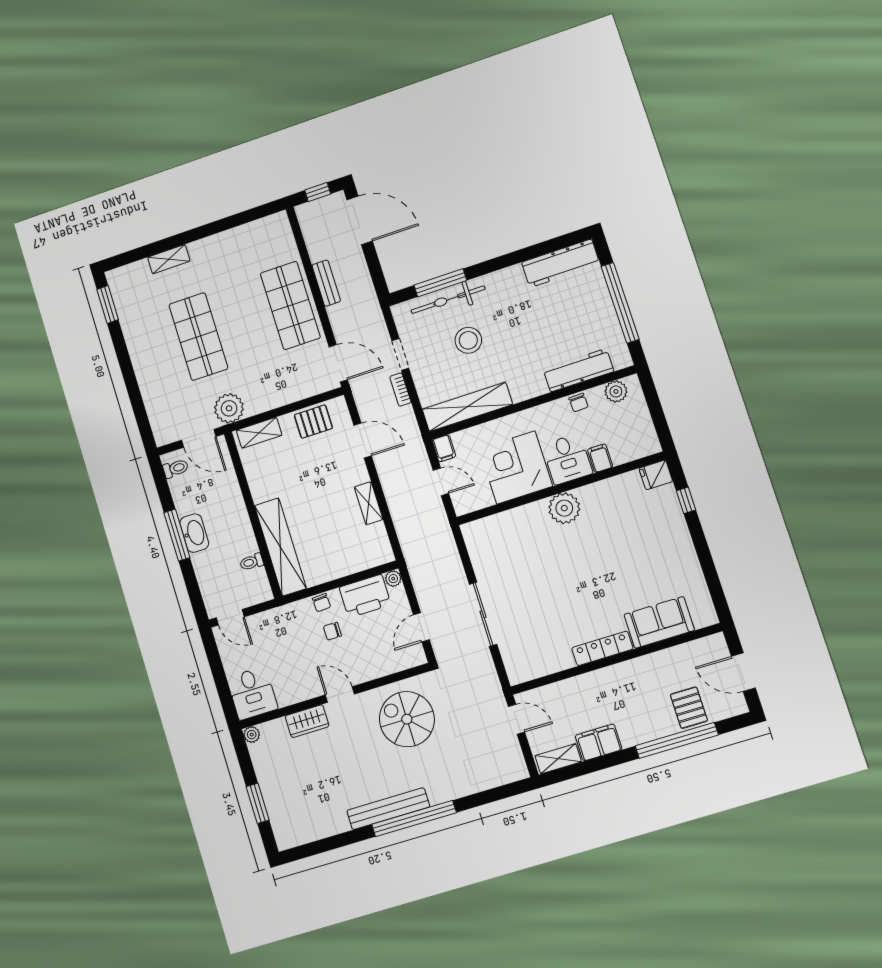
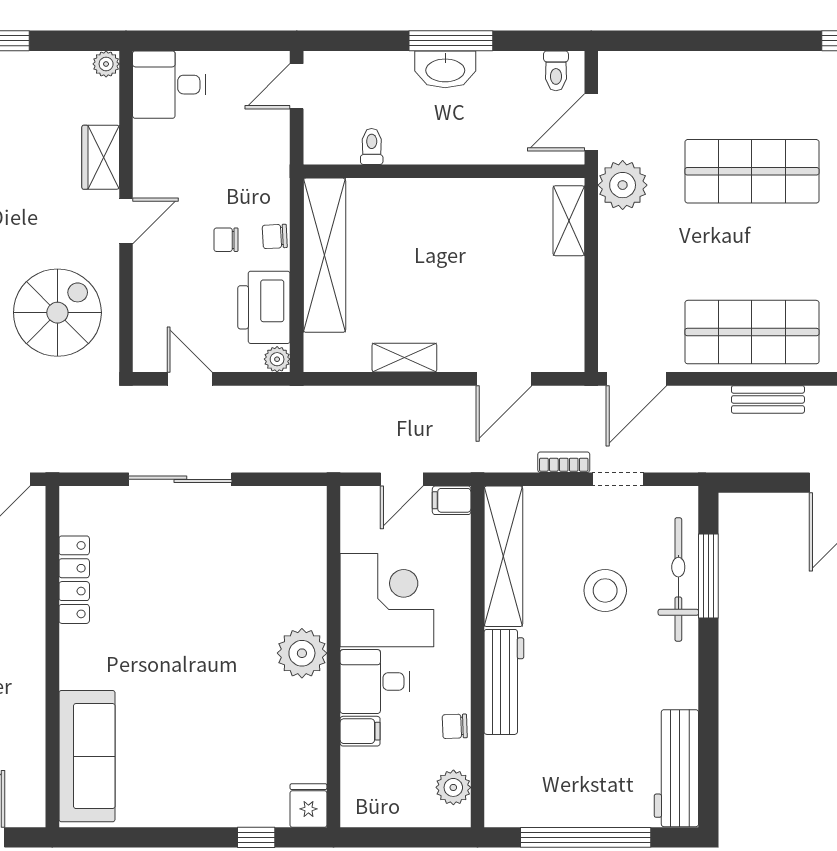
workbench: (578, 370) -> (504, 682), moved
pallet: (313, 422) -> (558, 311), removed
shelving: (280, 547) -> (324, 255), moved, turned 90
sofa: (659, 622) -> (87, 756), width x1.36
chair: (332, 631) -> (226, 240), turned -90
locker: (602, 648) -> (74, 580), moved

